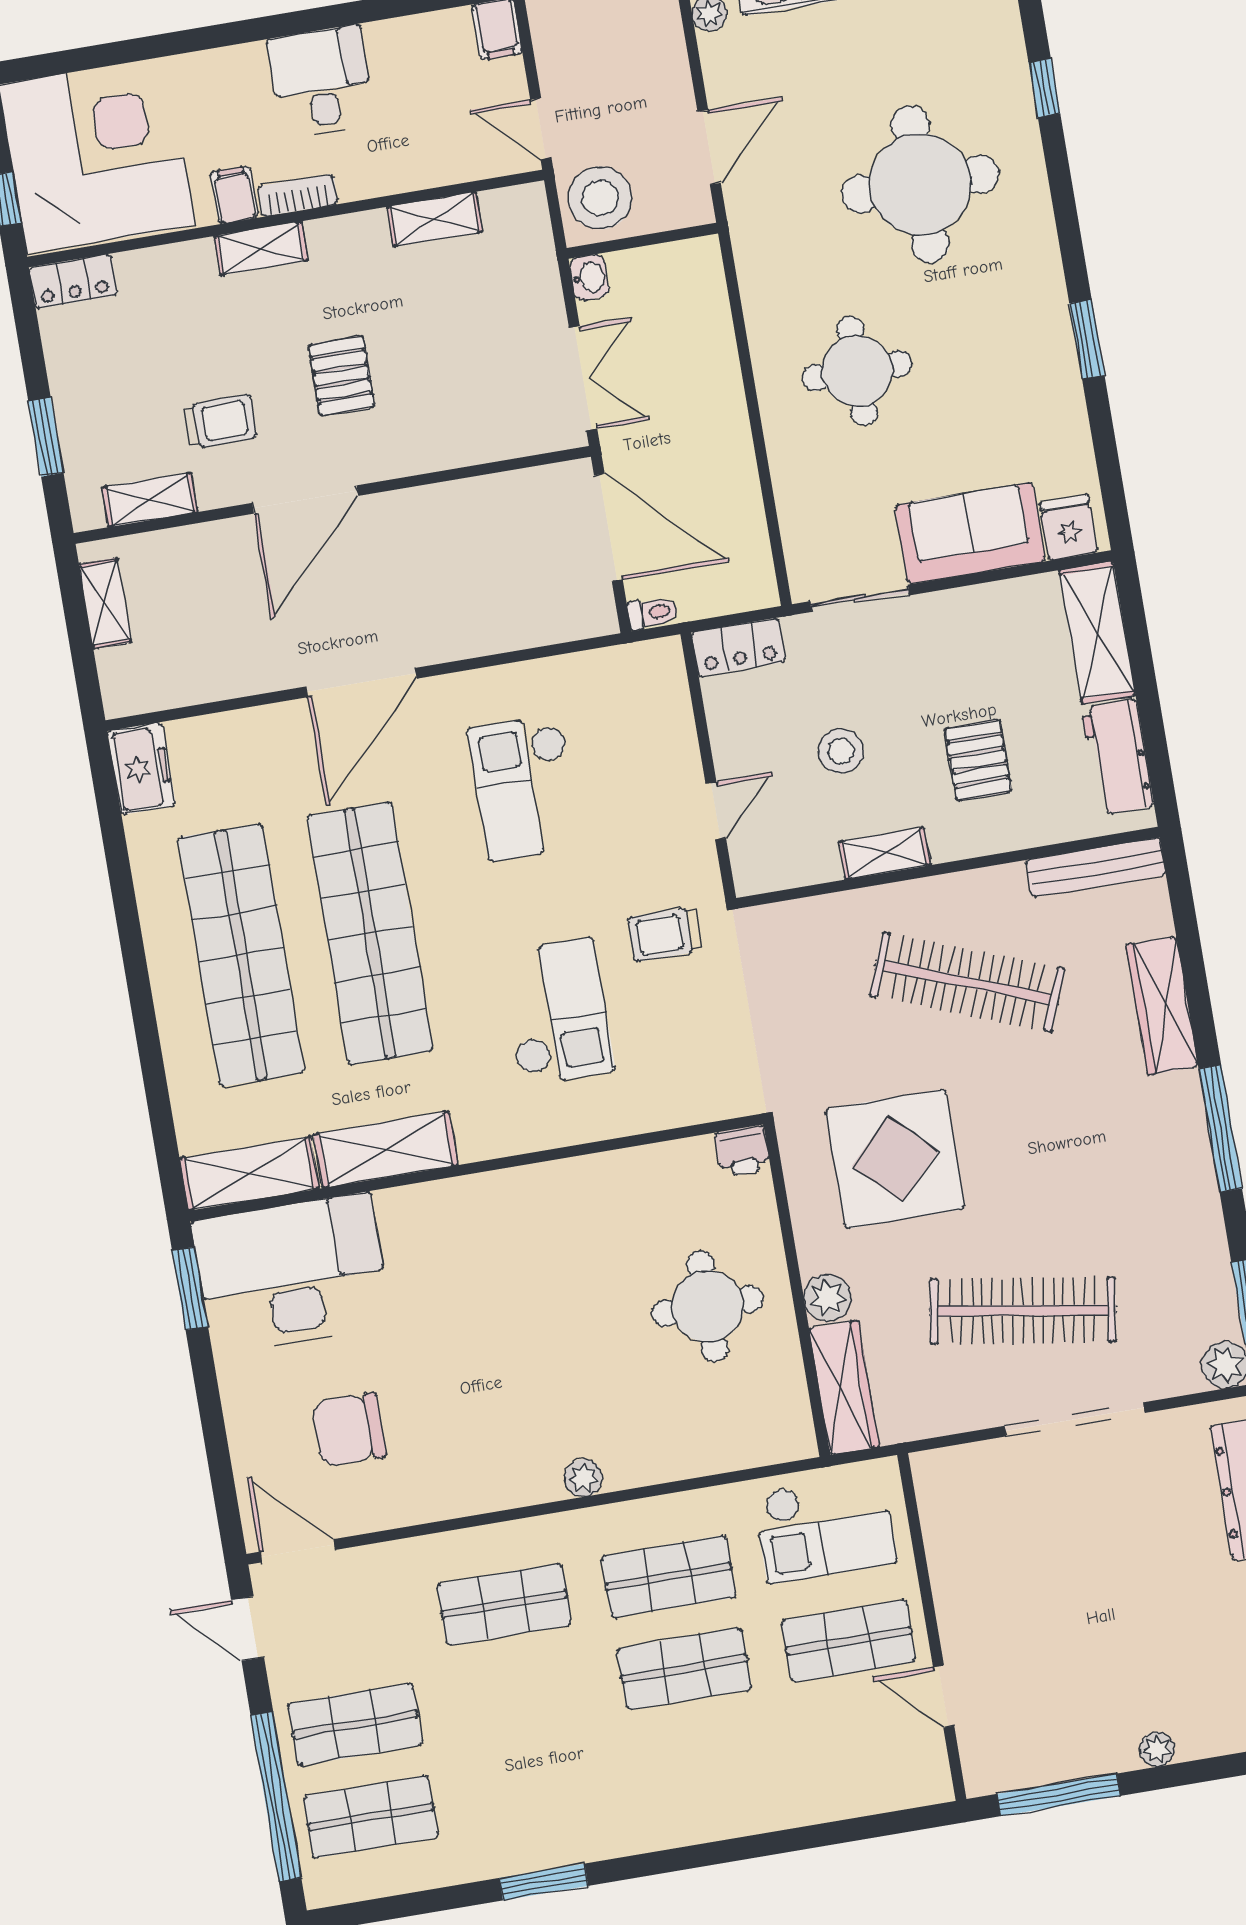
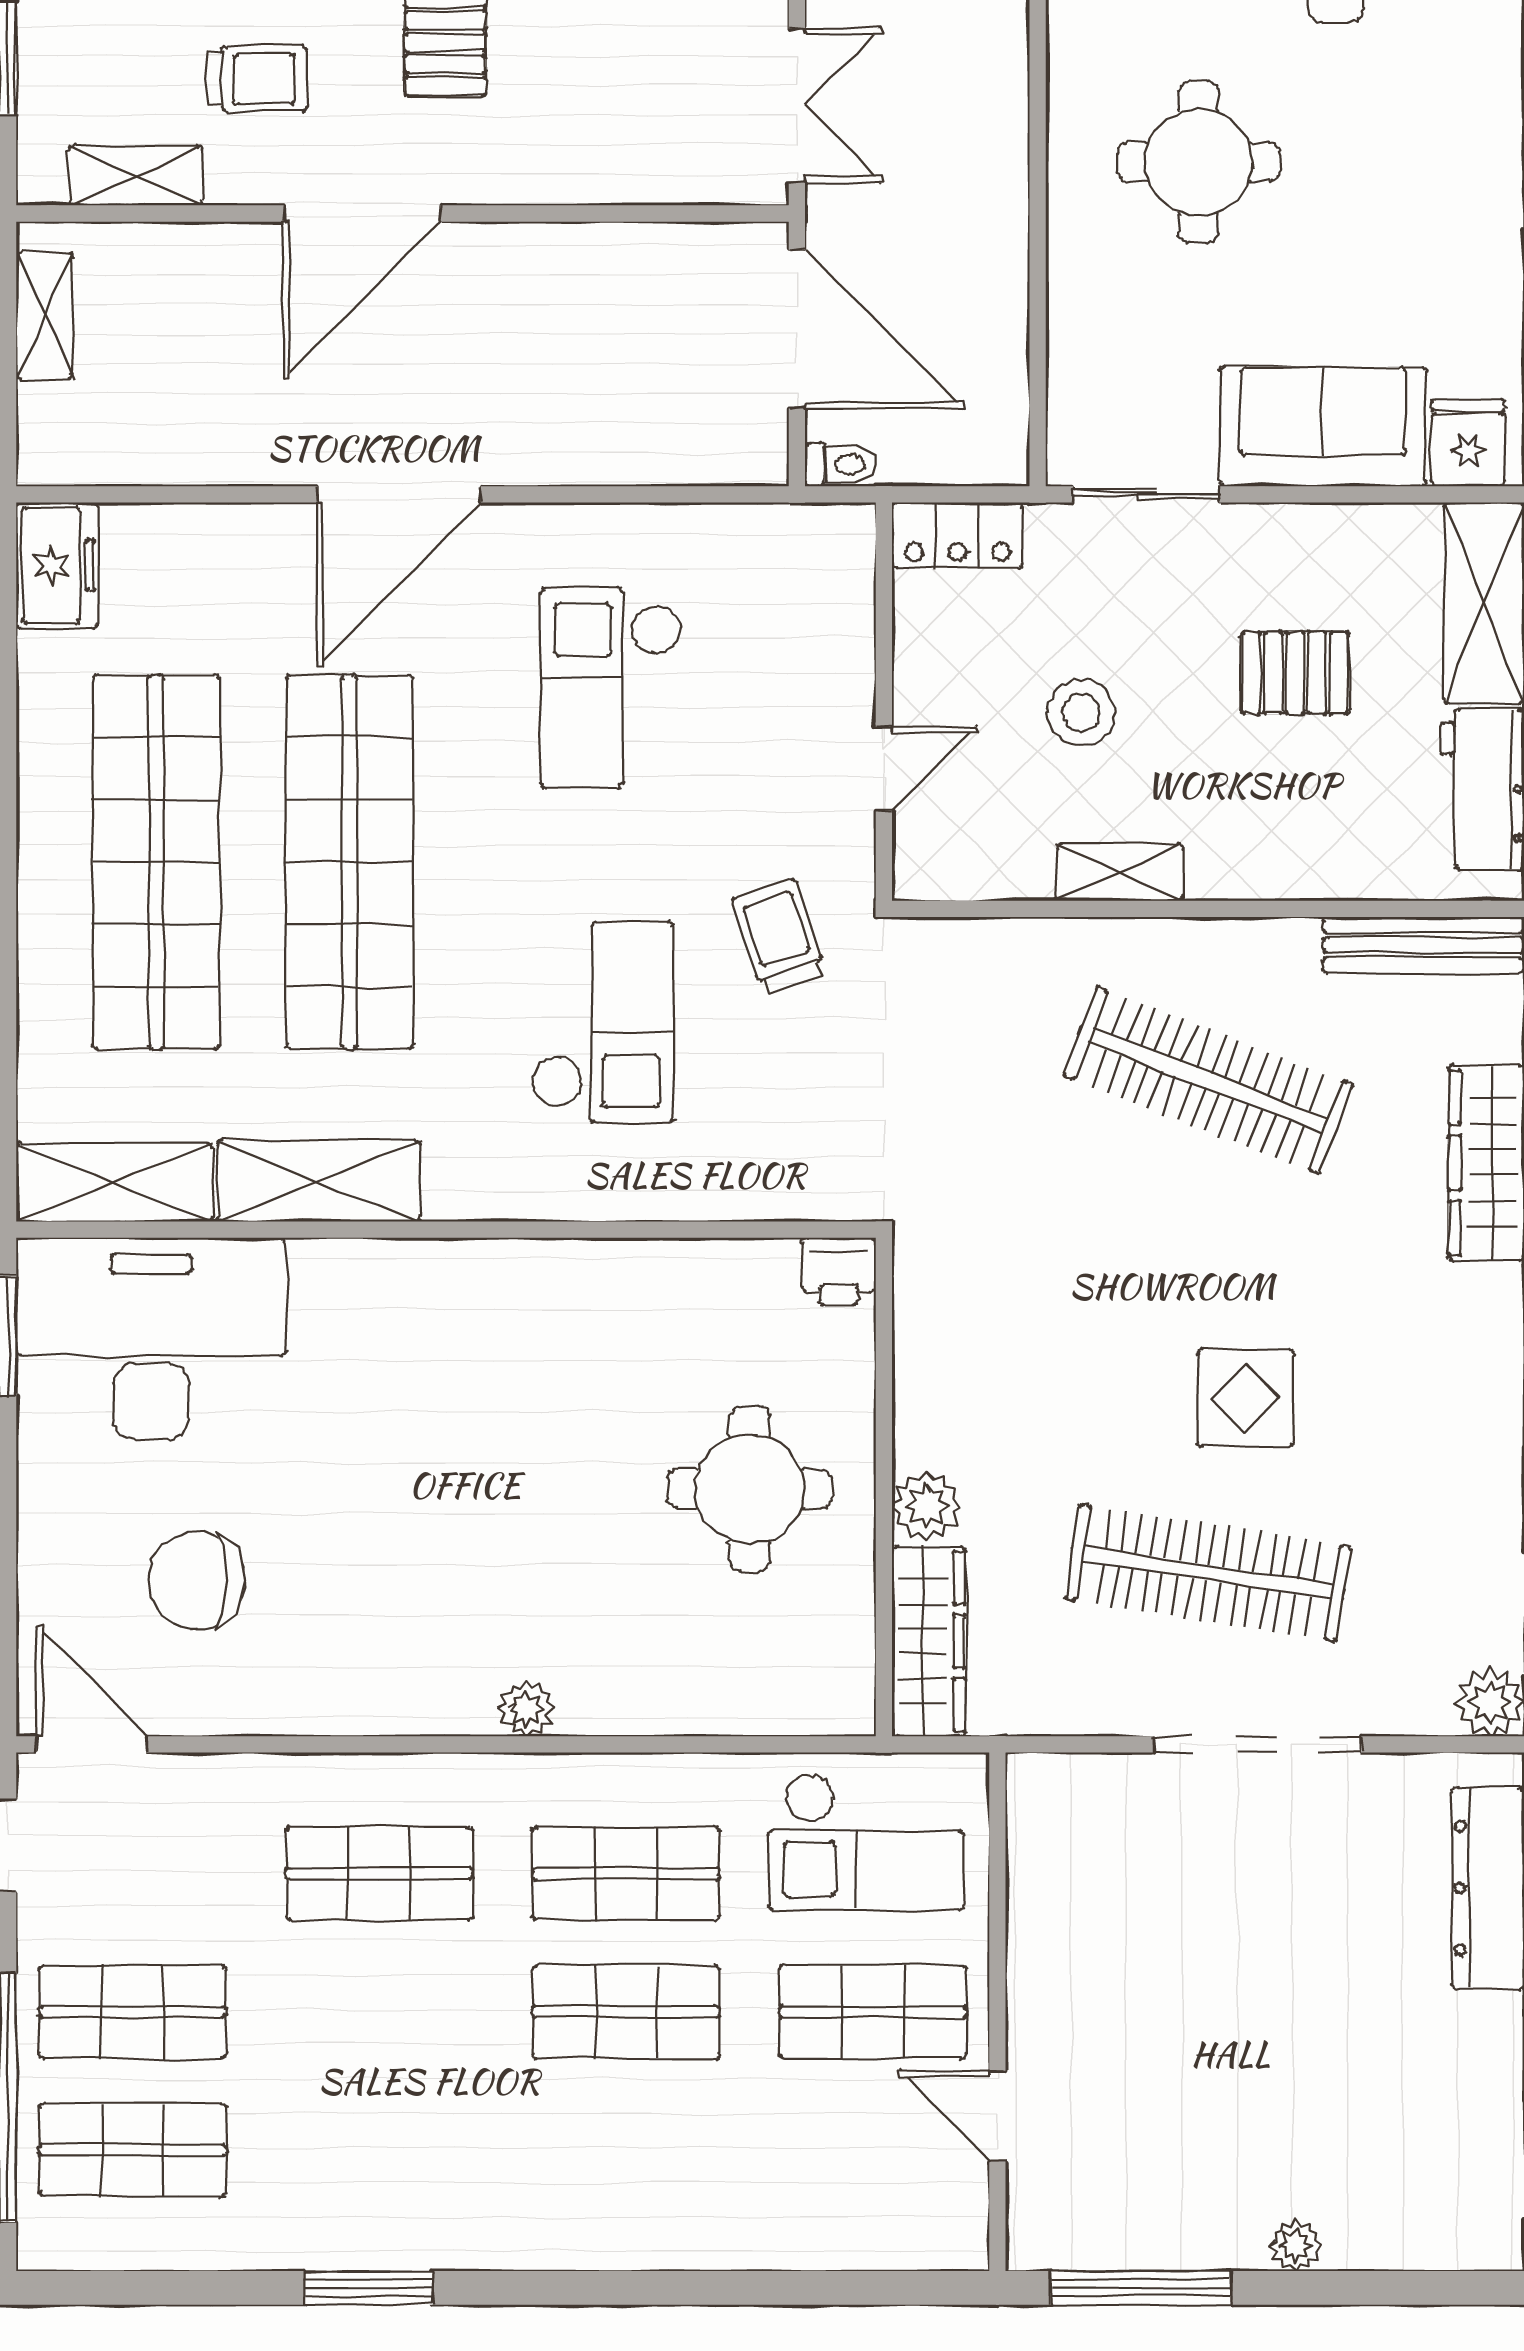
pallet: (978, 760) -> (1295, 673), moved, turned 90
trolley: (665, 934) -> (779, 936), turned 72
display table: (895, 1159) -> (1245, 1398), moved, width x0.54, depth x0.54

